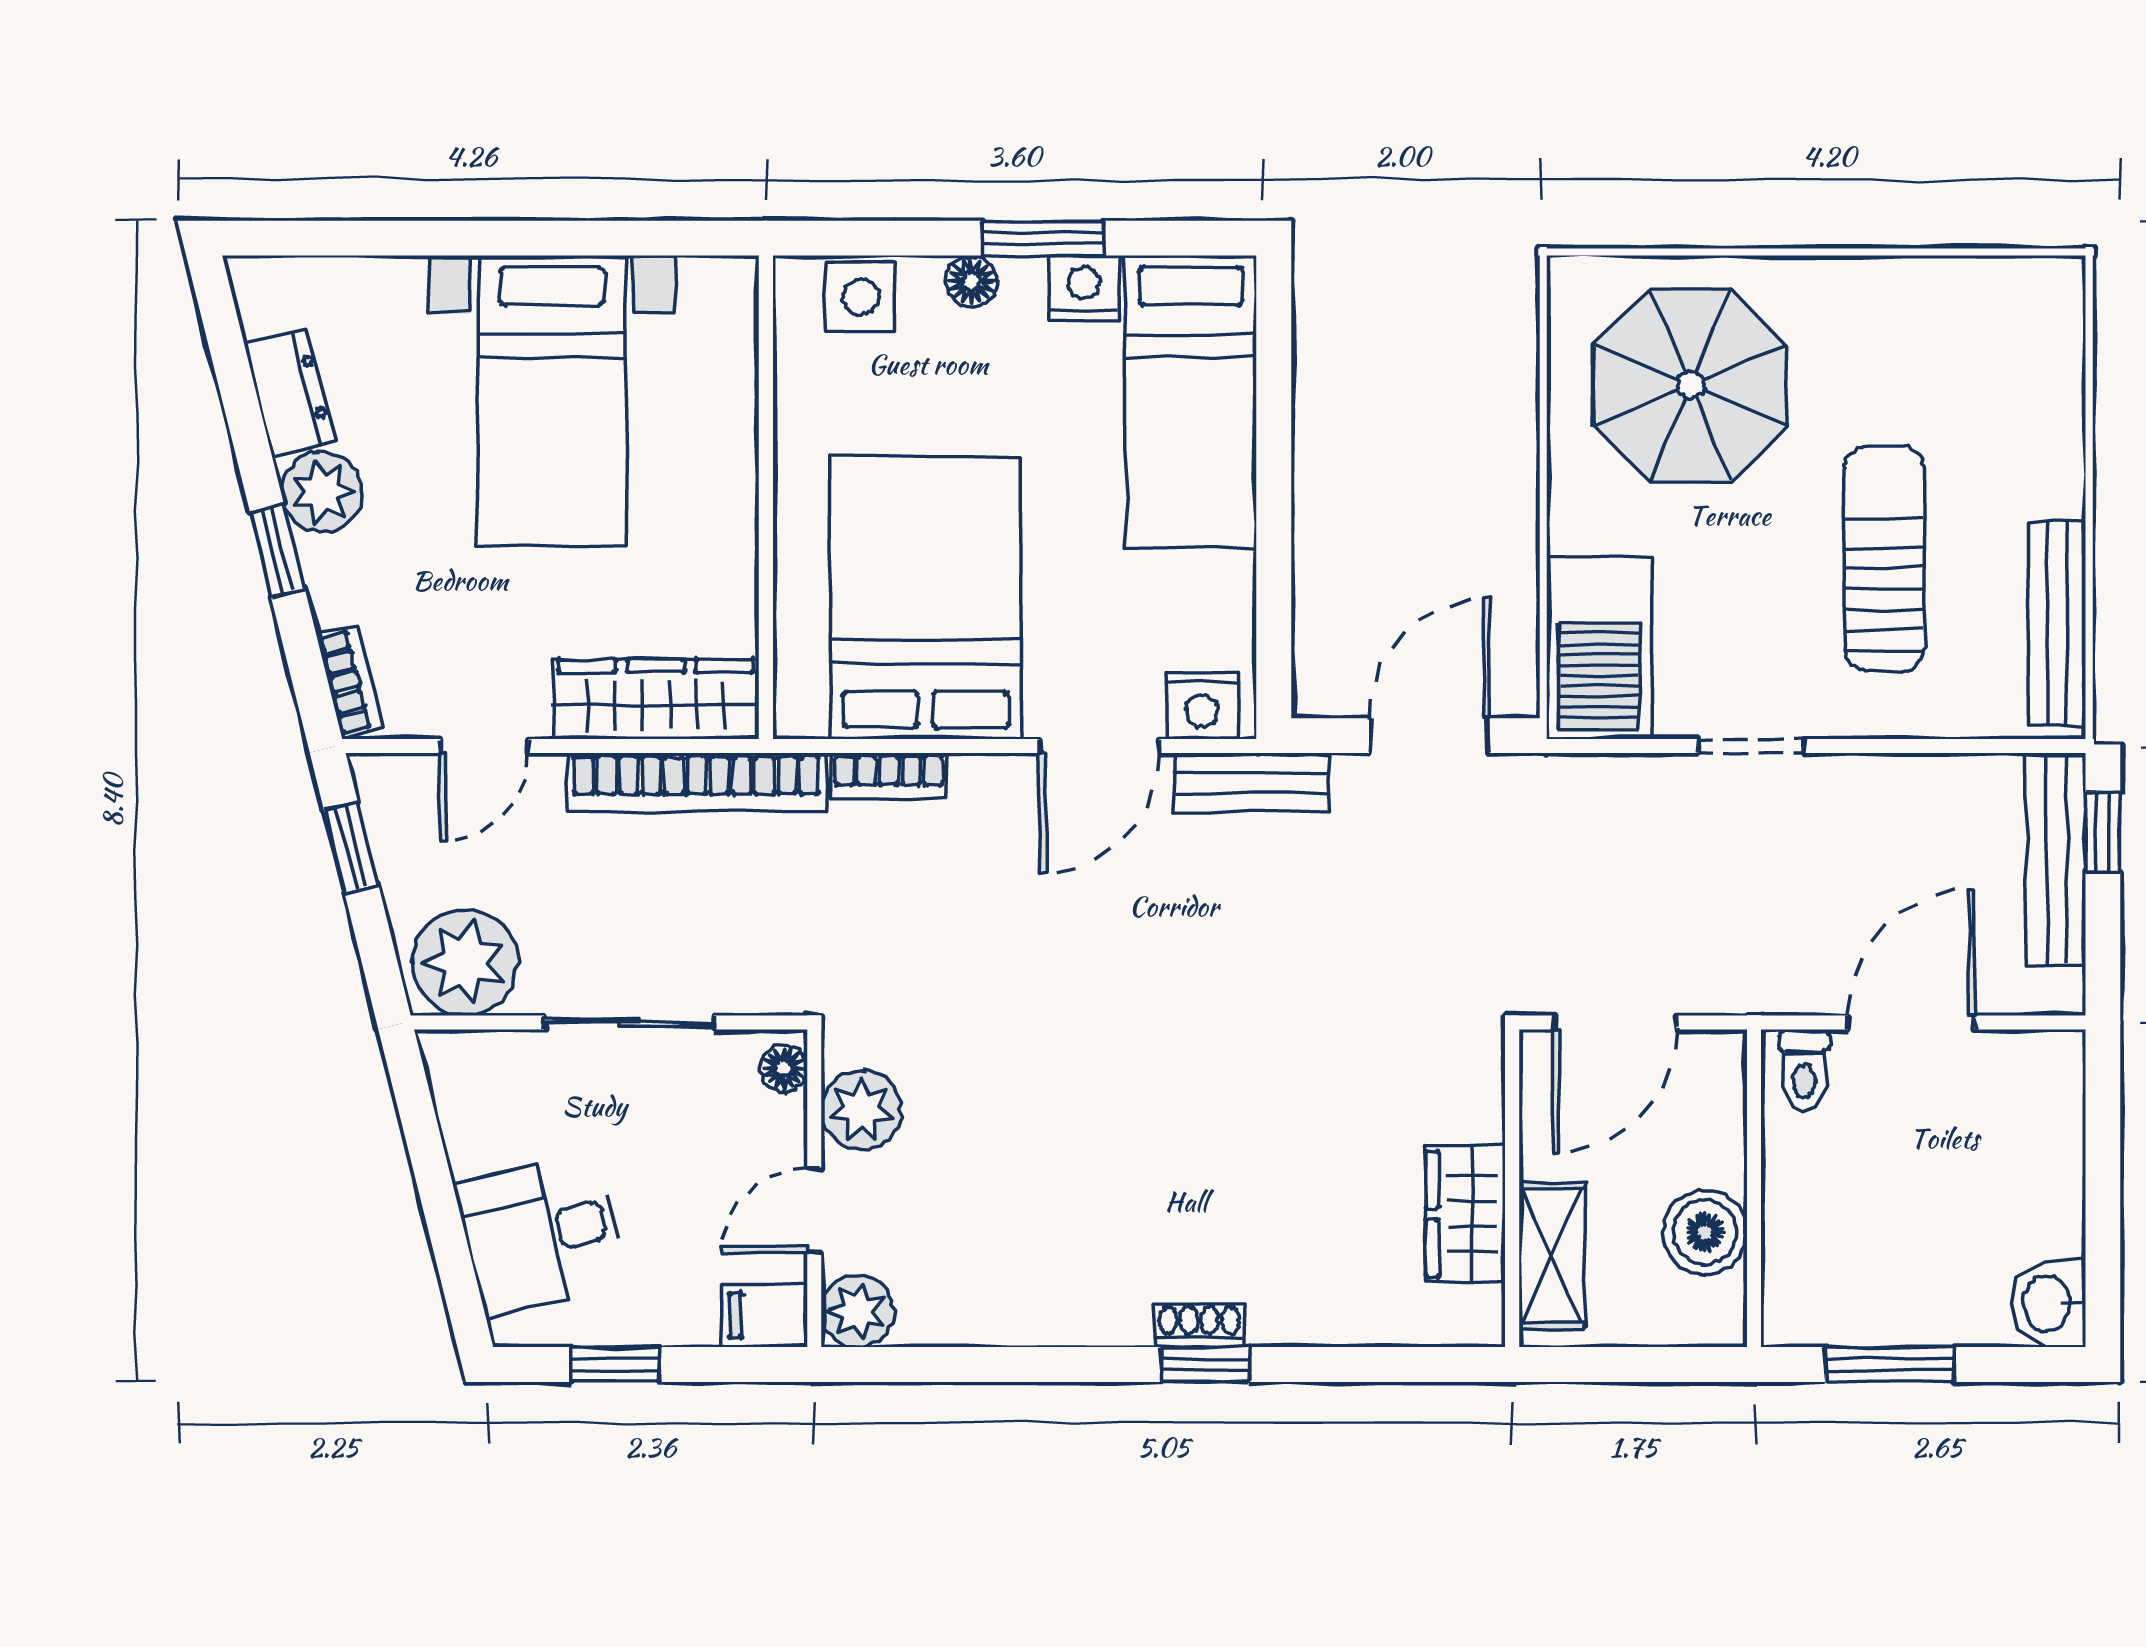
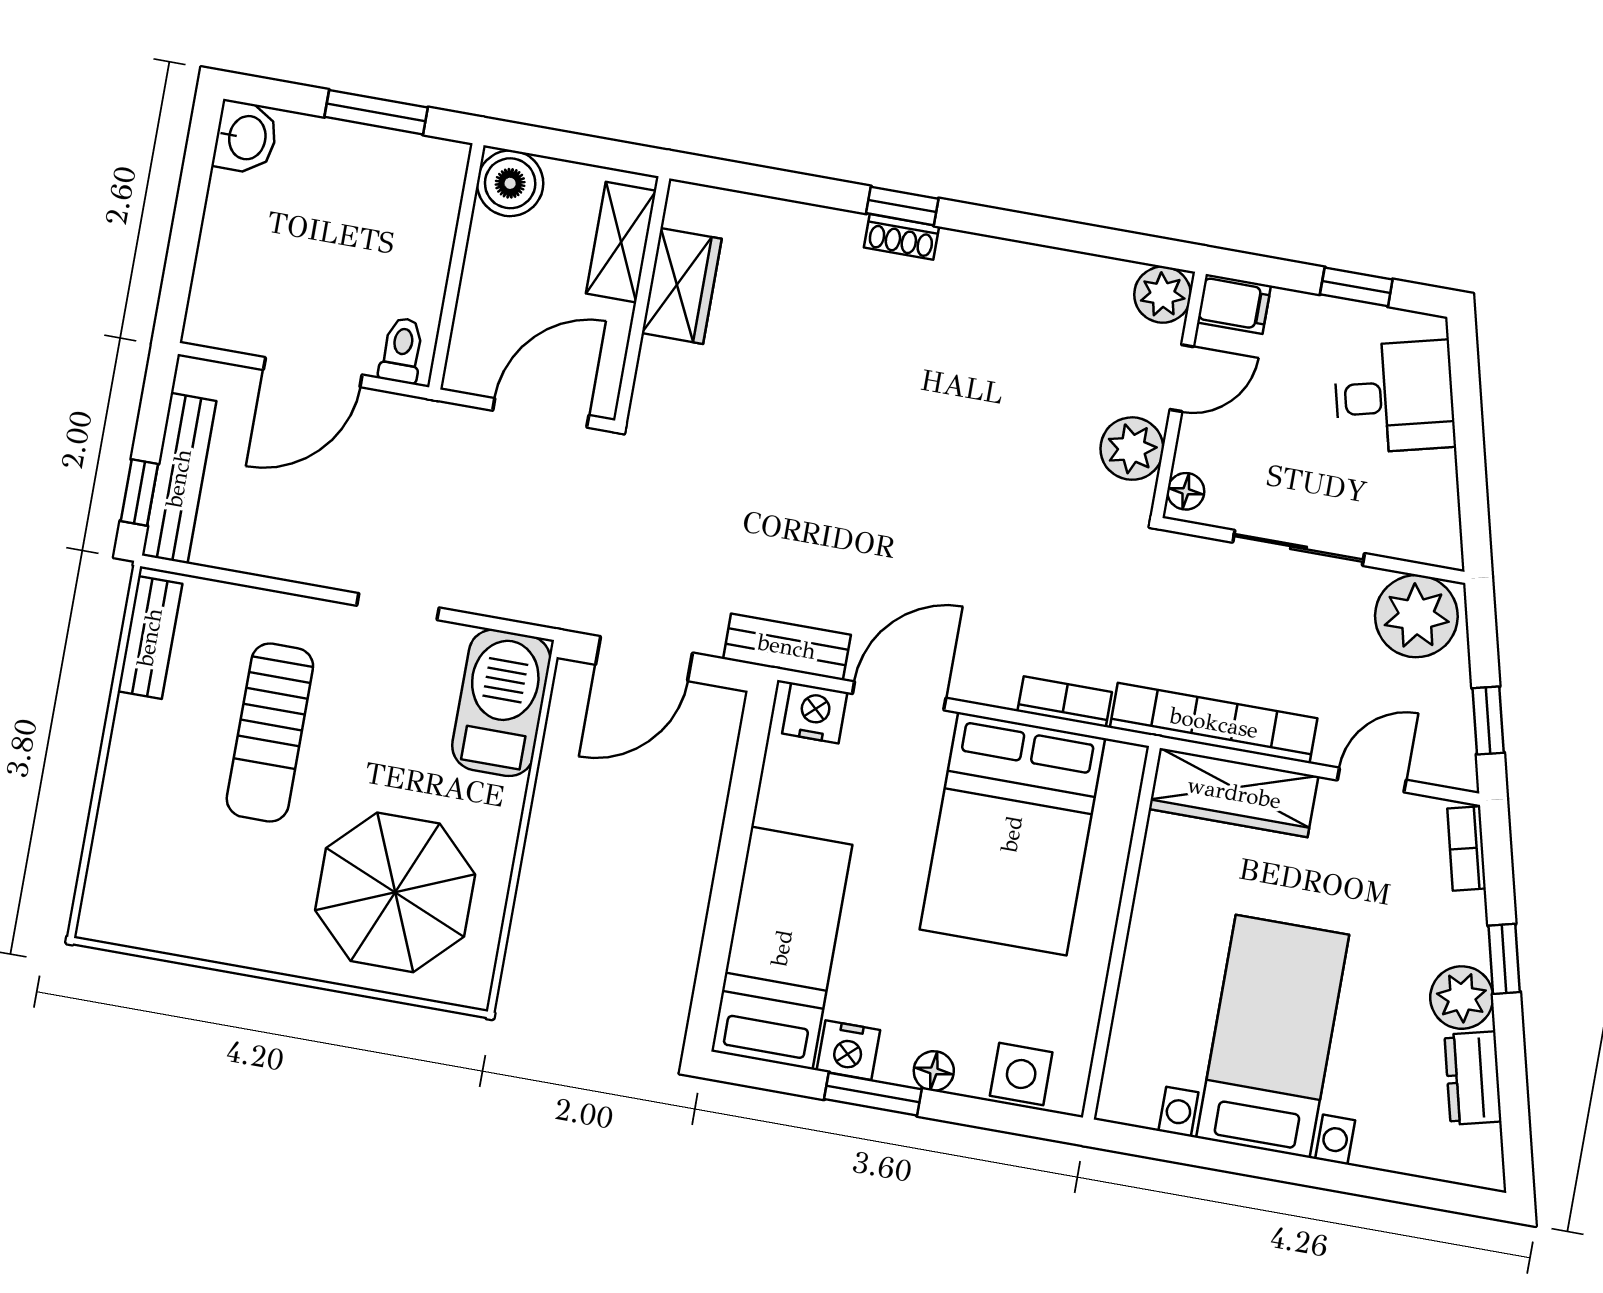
bench: (2057, 624) -> (150, 637), width x0.73
boiler: (1705, 1232) -> (510, 183), moved

